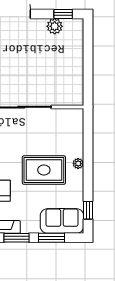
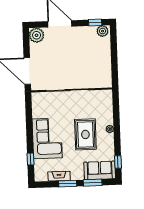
plant: (55, 26) -> (103, 31), moved
rug: (44, 170) -> (85, 134), turned 90

